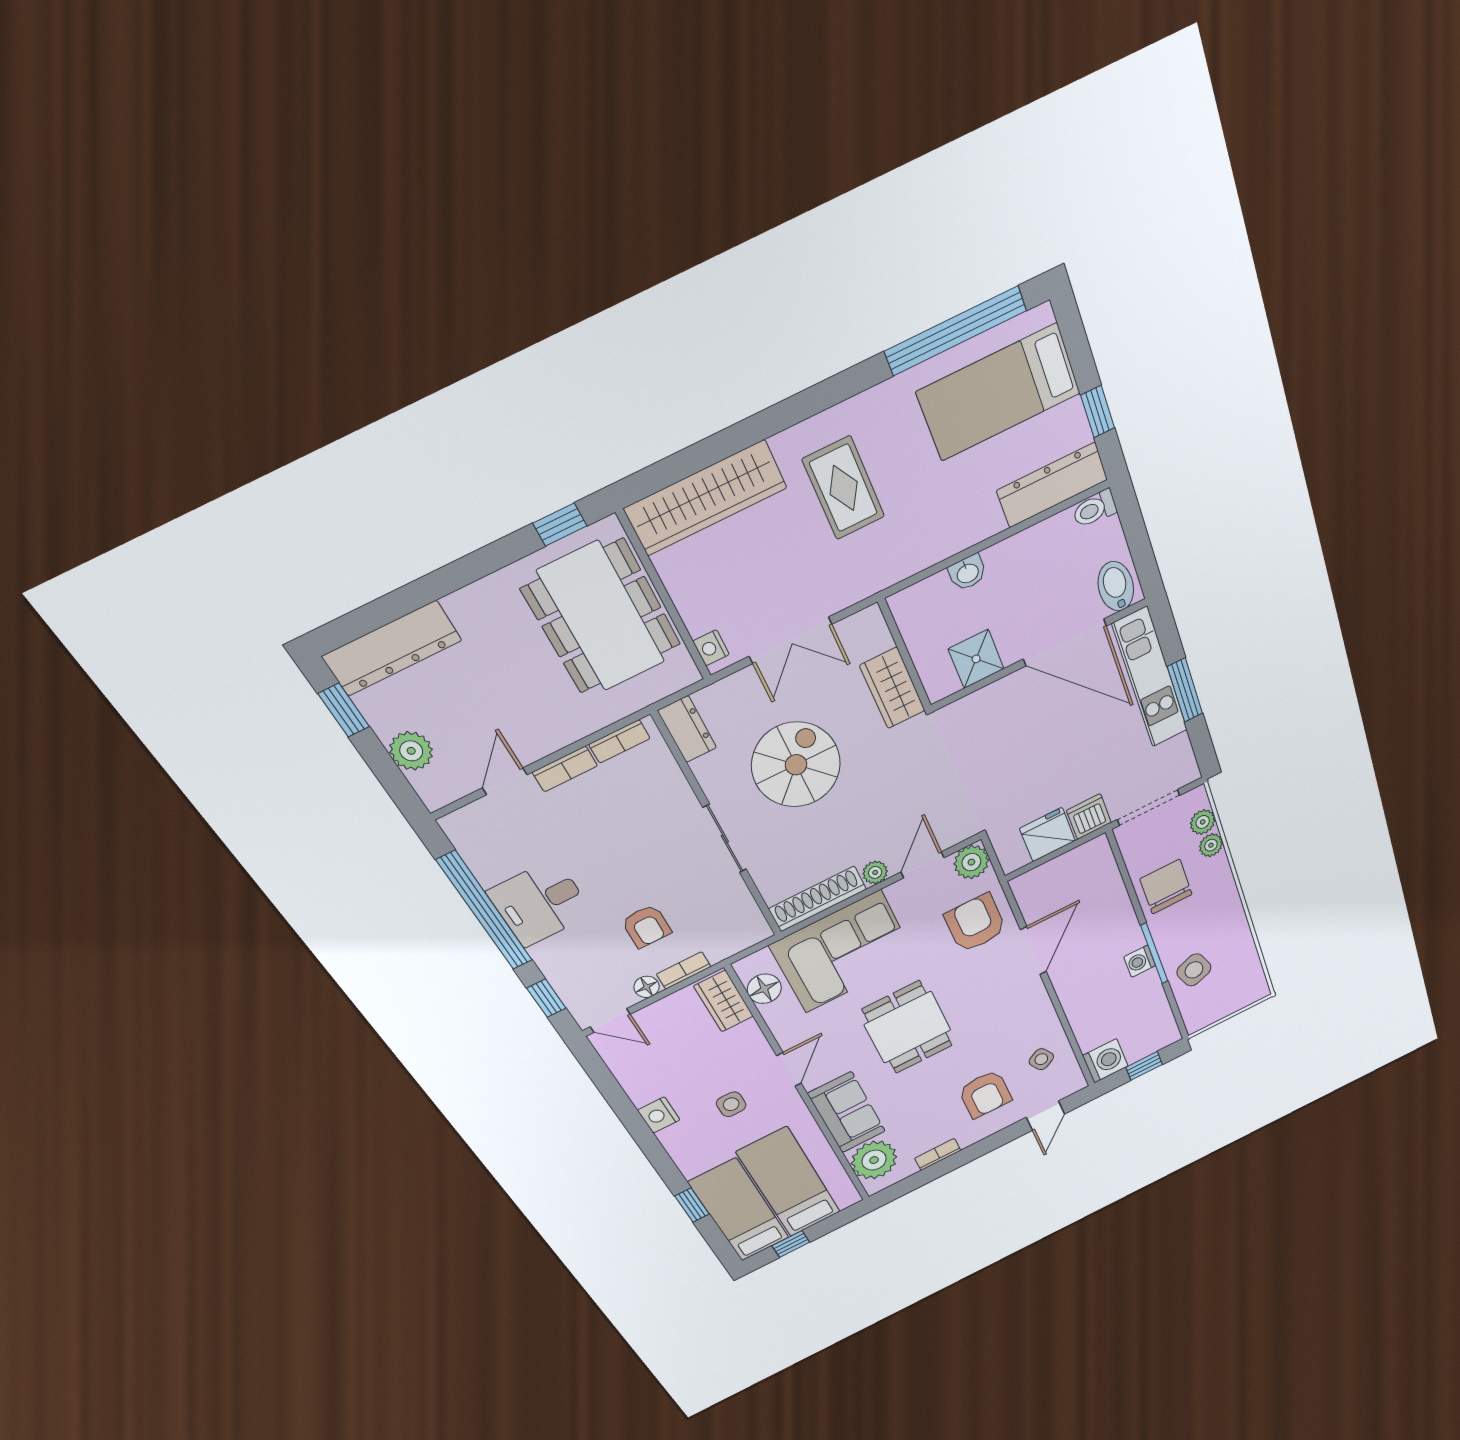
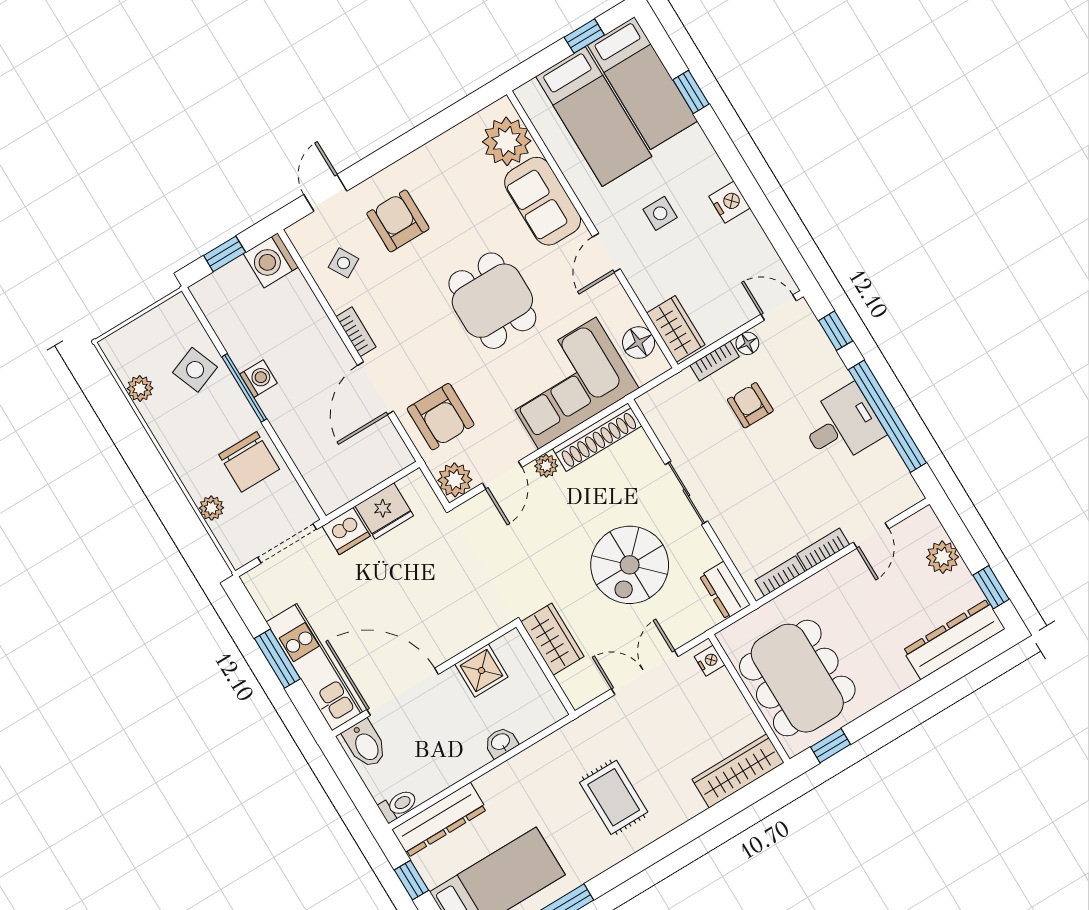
wardrobe: (706, 498) -> (738, 771), width x0.71, depth x0.85
plant: (1203, 822) -> (140, 388), moved
bookcase: (938, 1154) -> (356, 332), moved, turned -90

